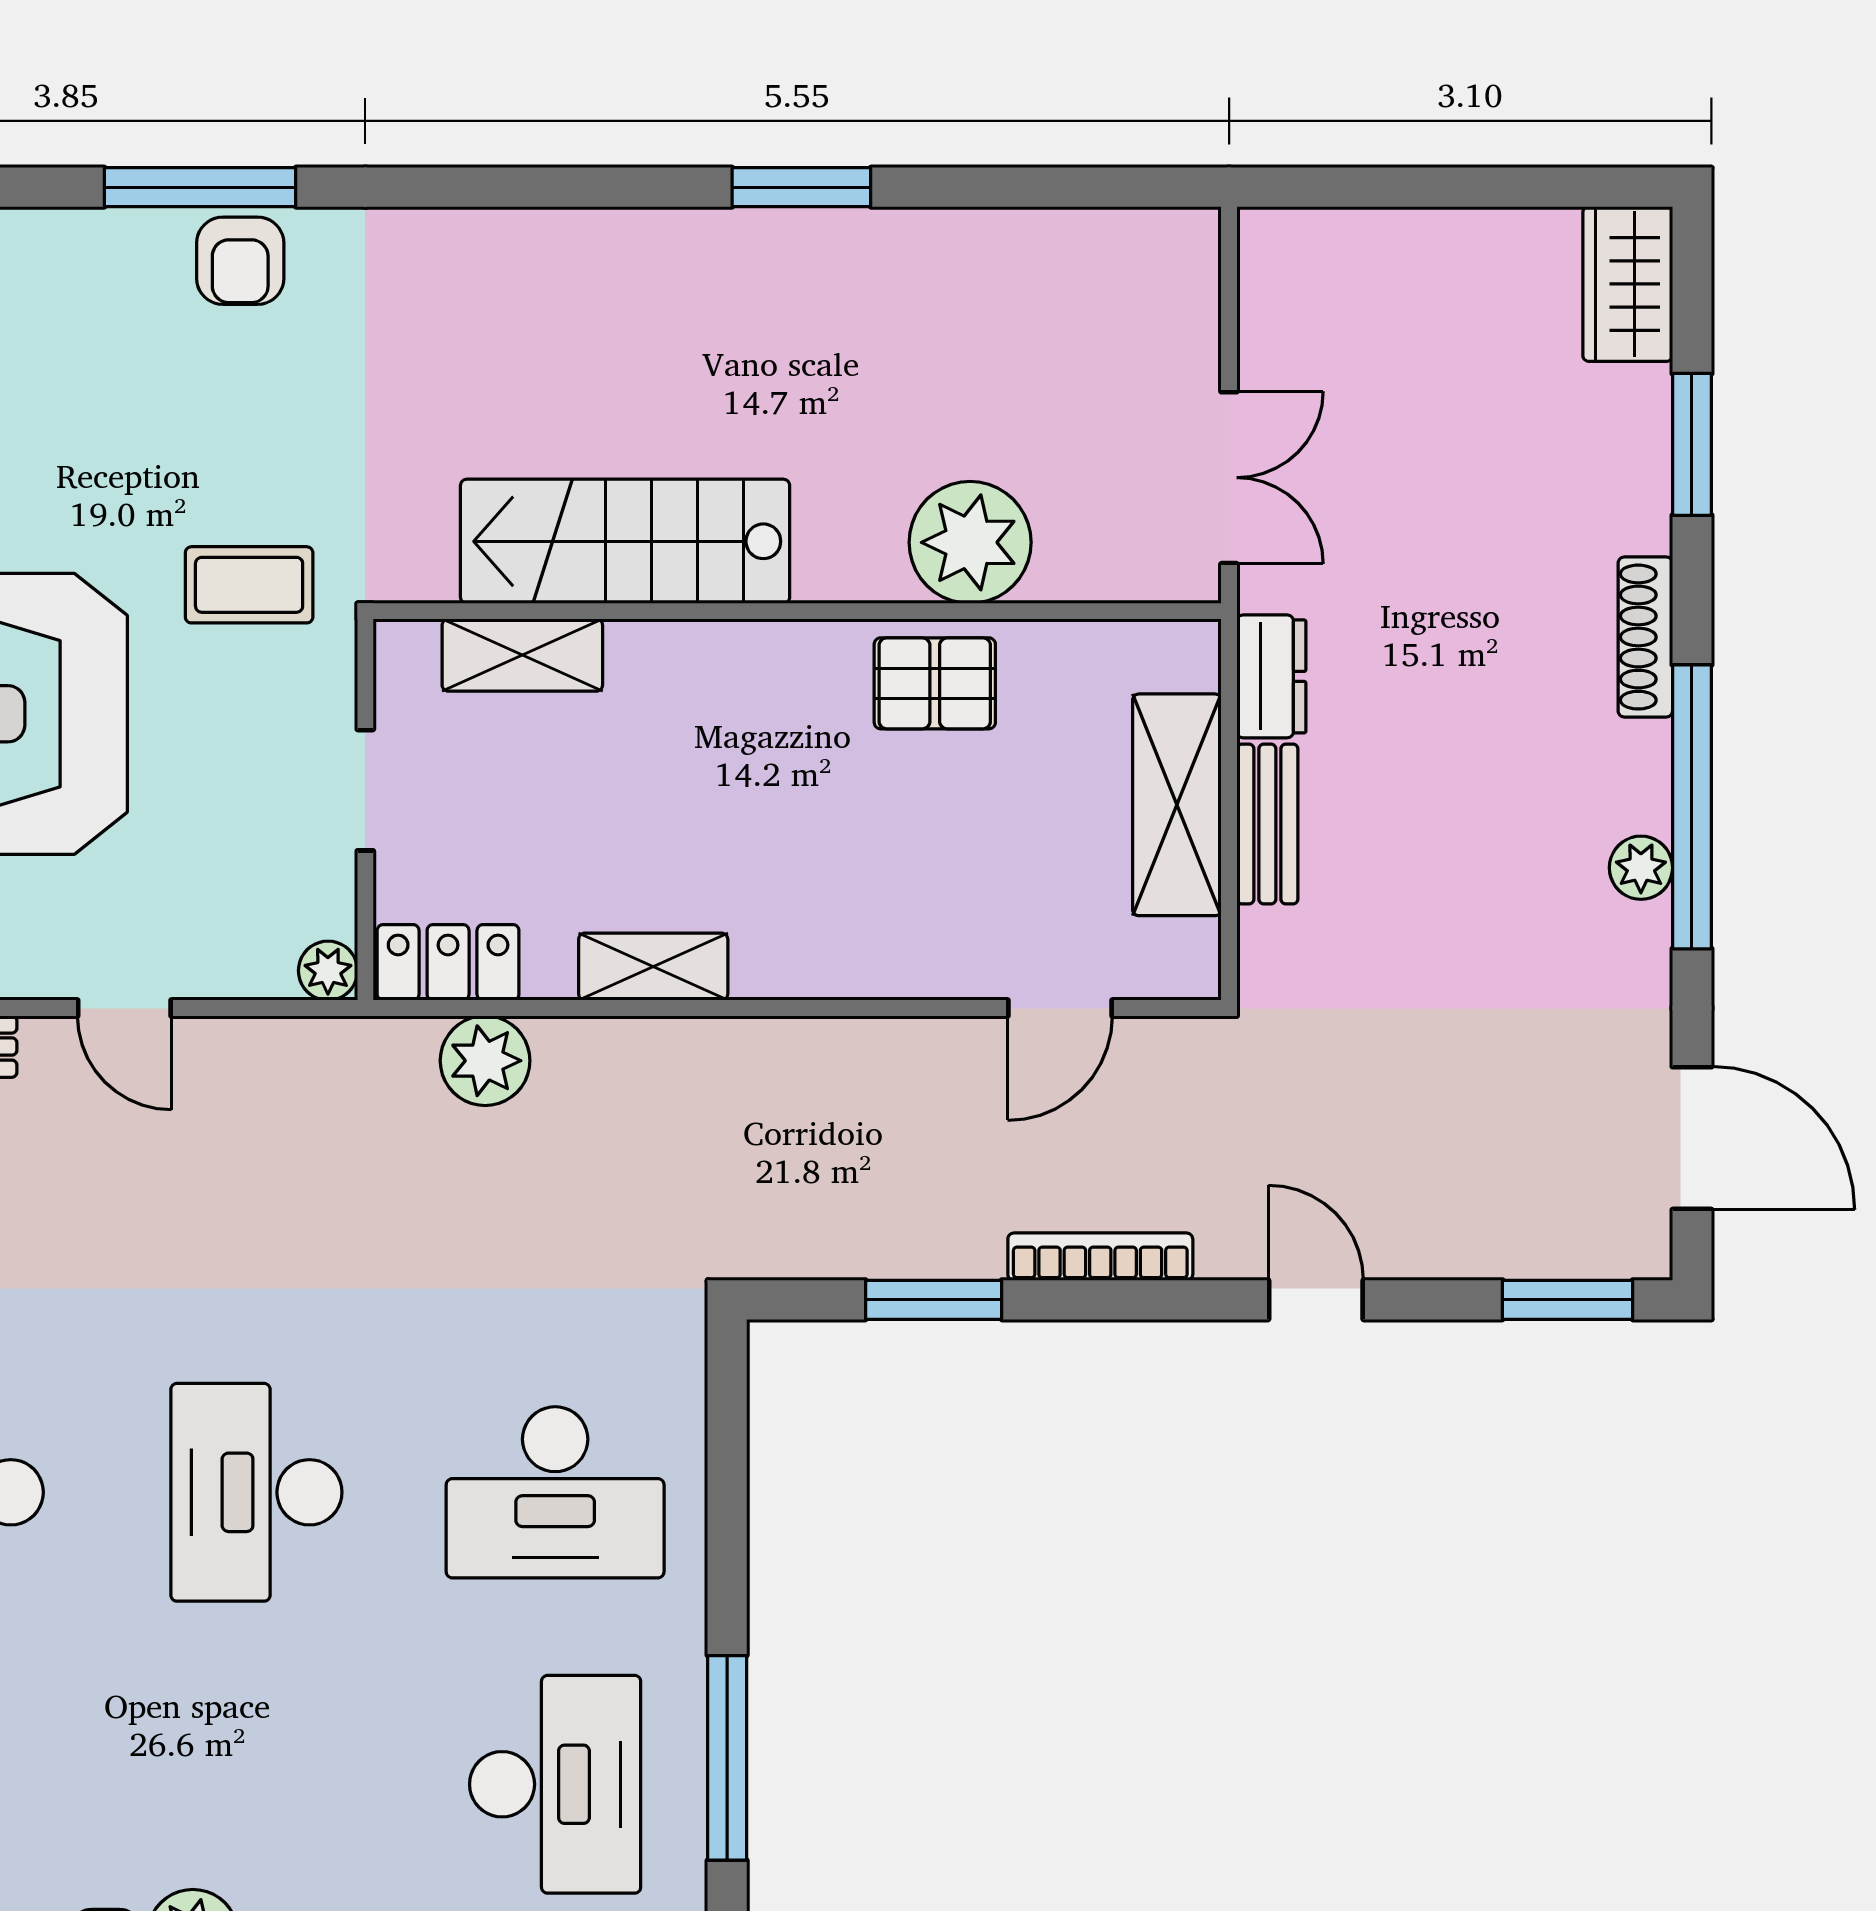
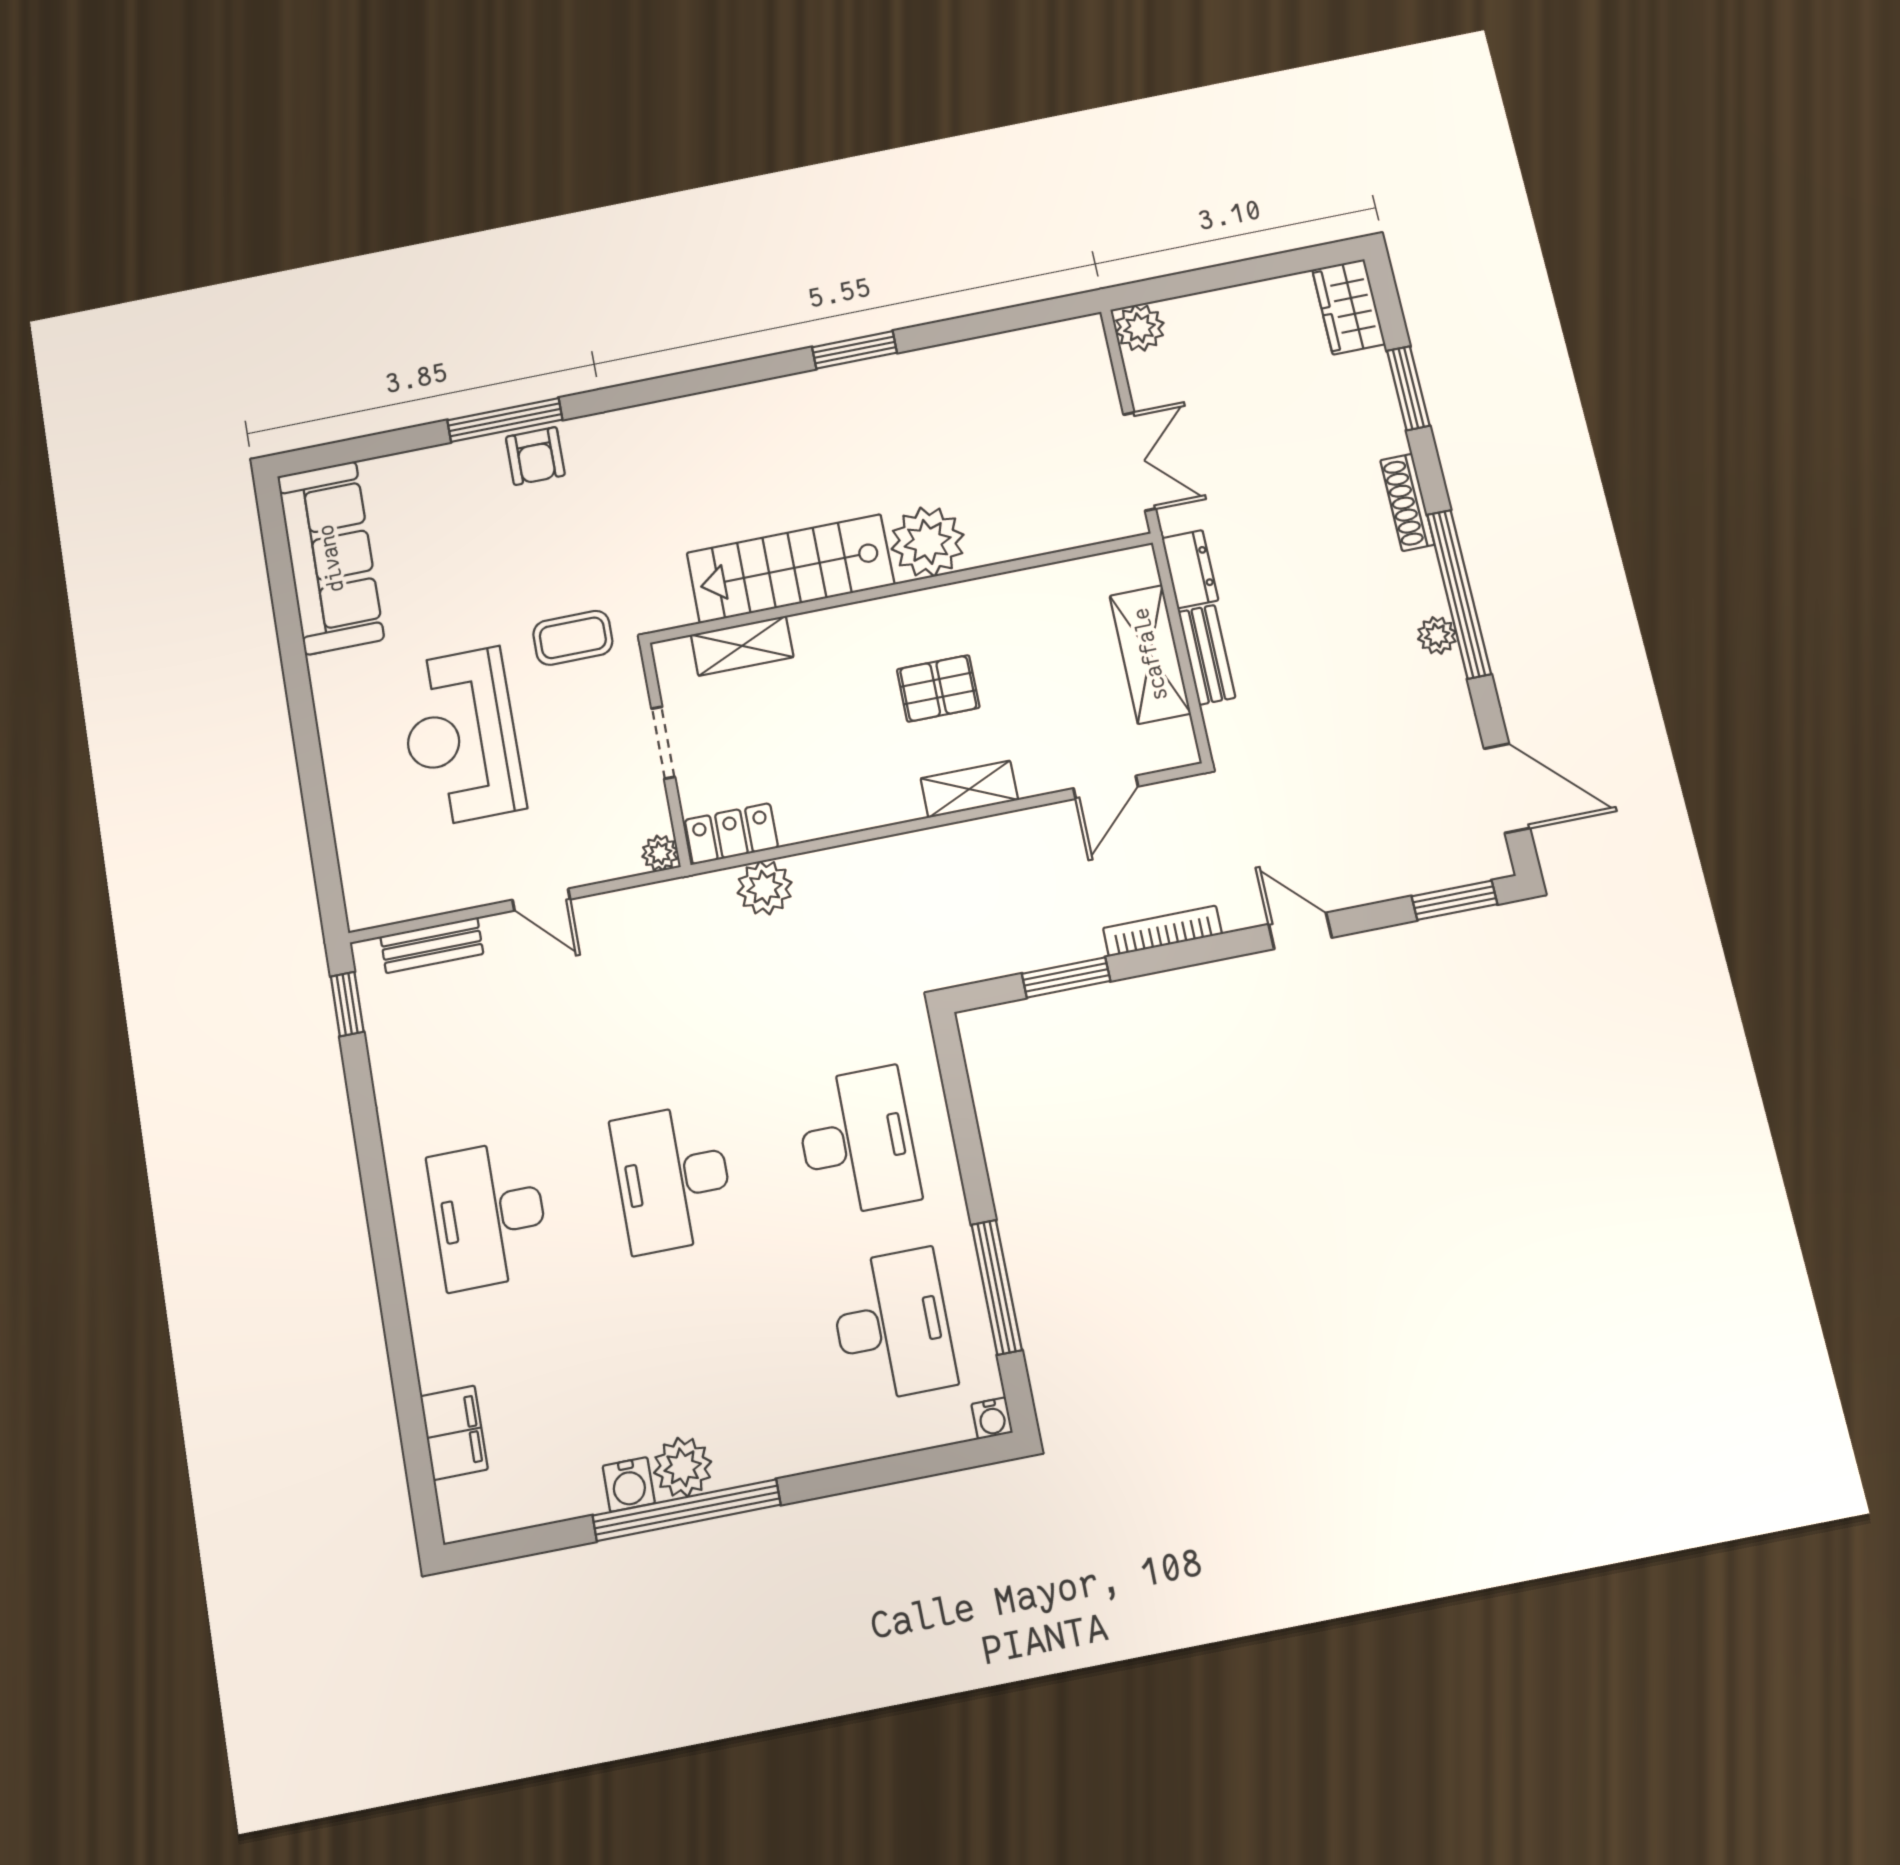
plant: (1278, 248) -> (1140, 328), added
plant: (970, 542) -> (928, 542), moved
pallet: (935, 683) -> (938, 688), moved
shelving: (653, 967) -> (969, 789), moved
desk: (555, 1492) -> (857, 1142), turned -90

